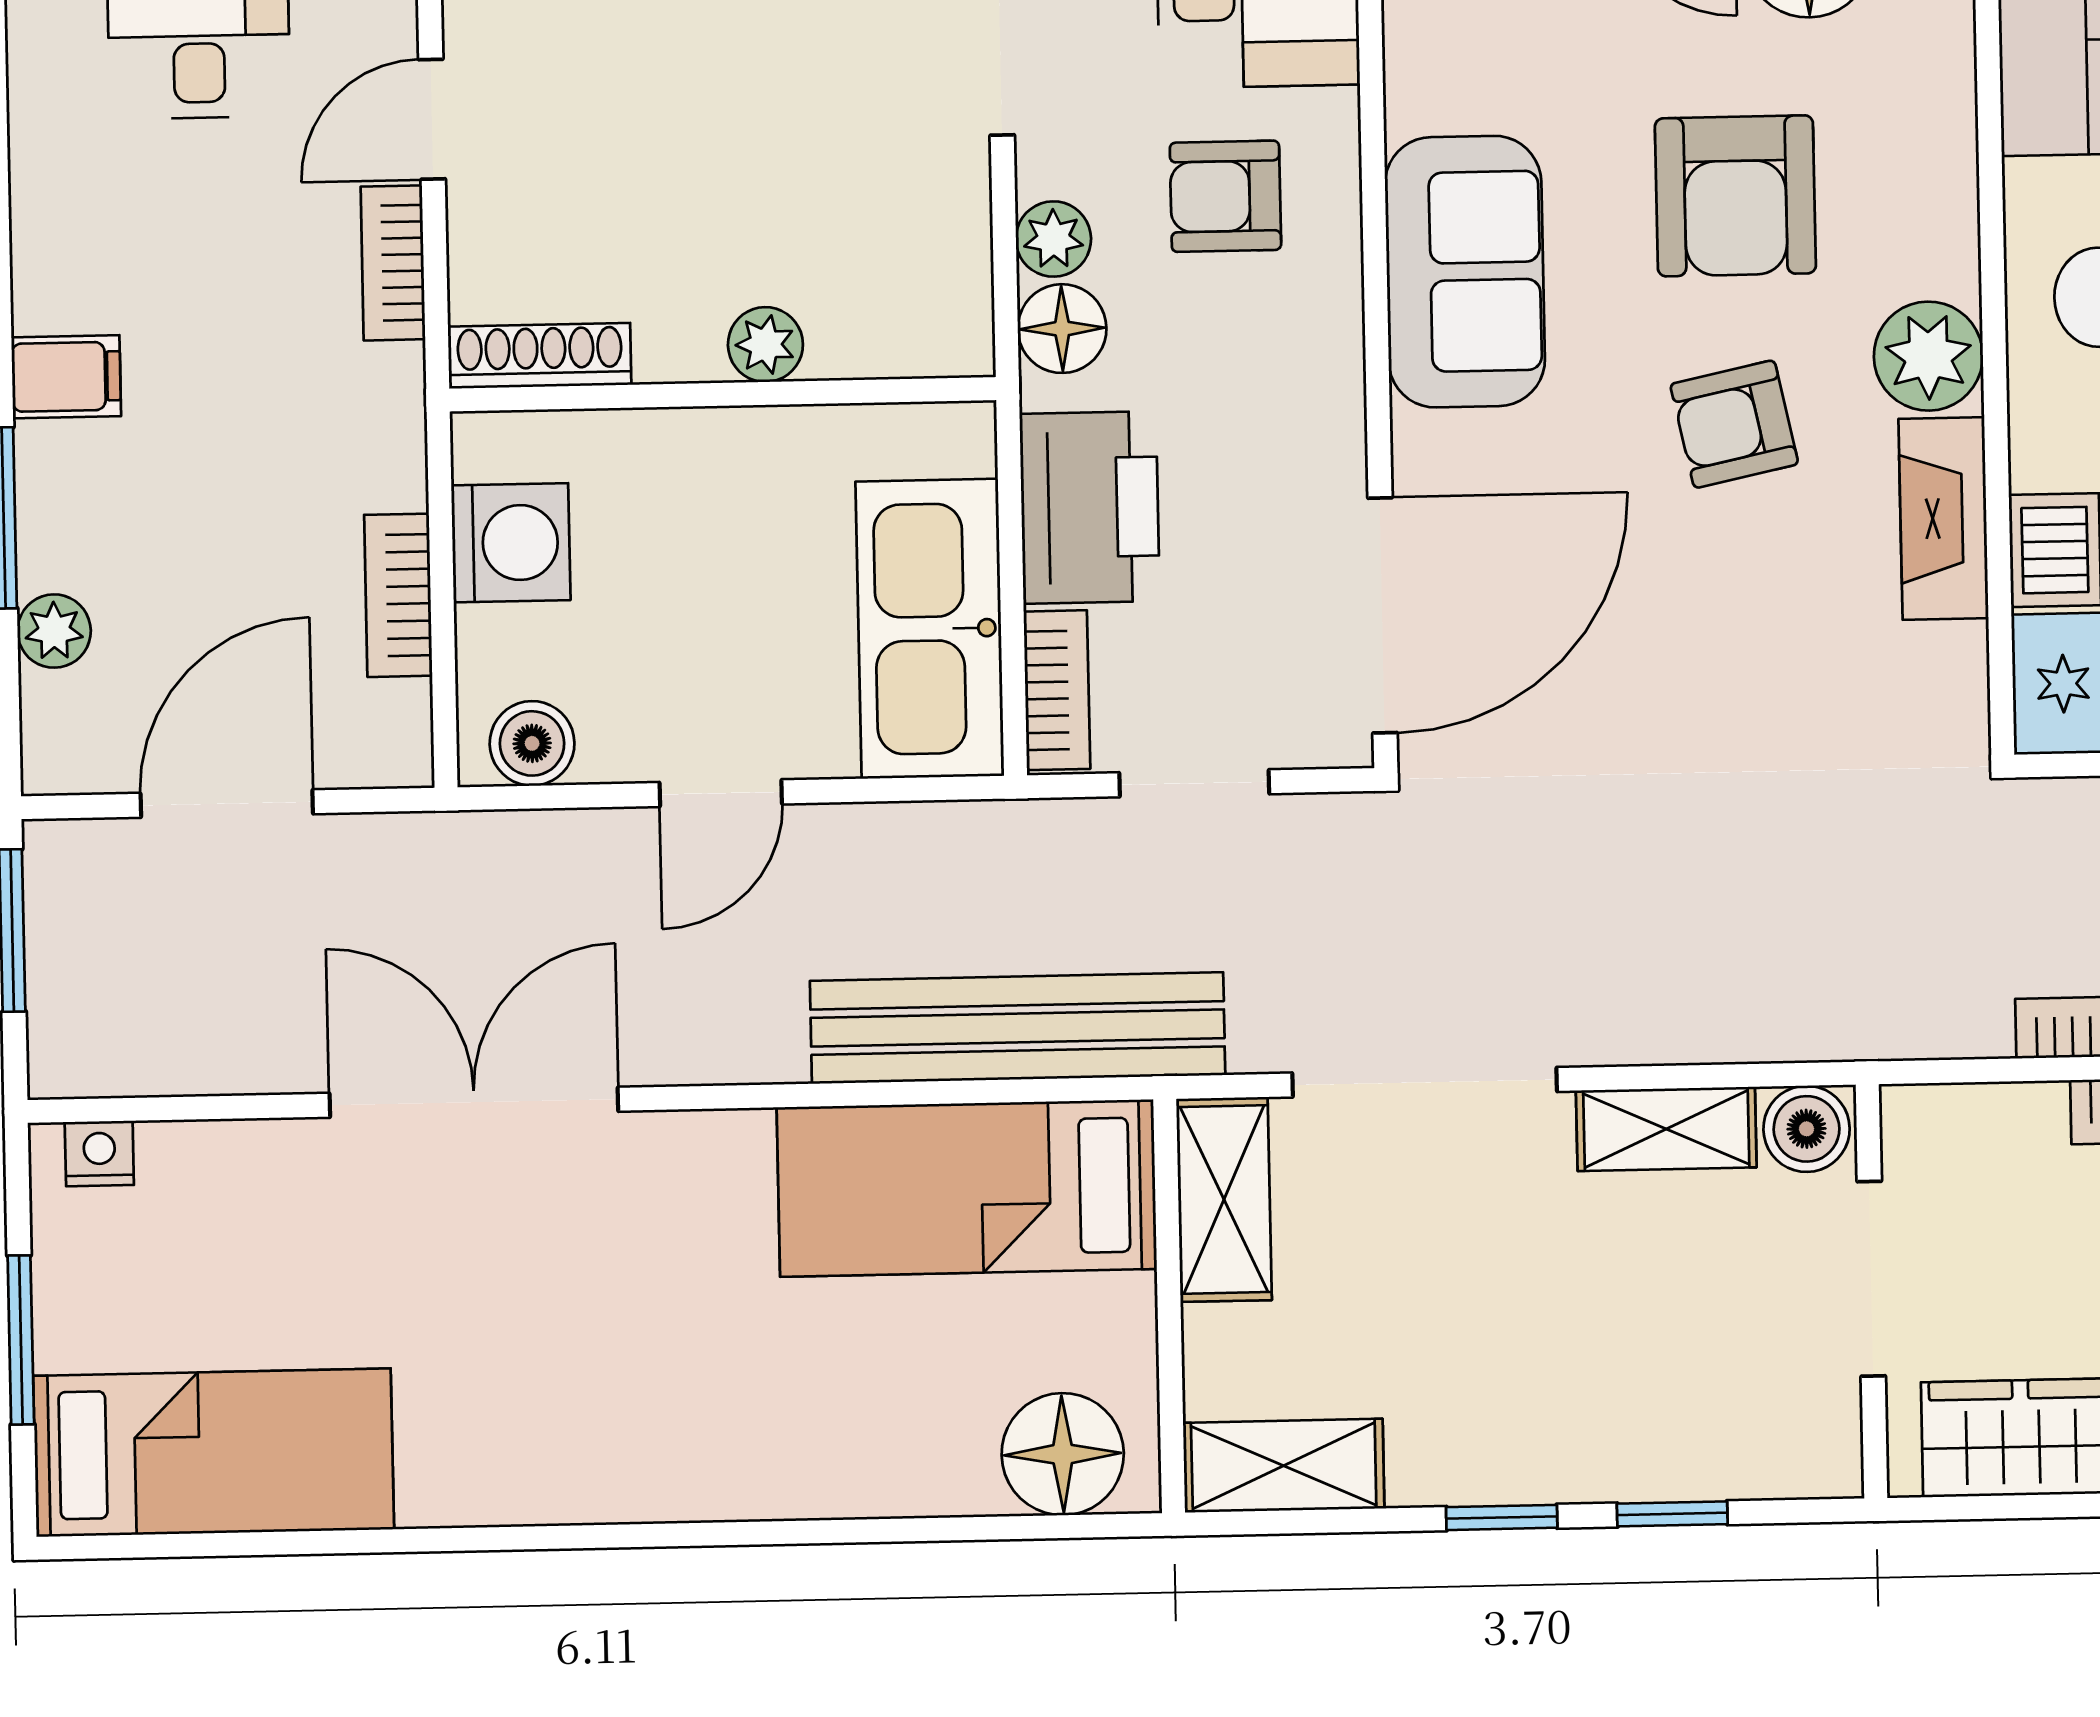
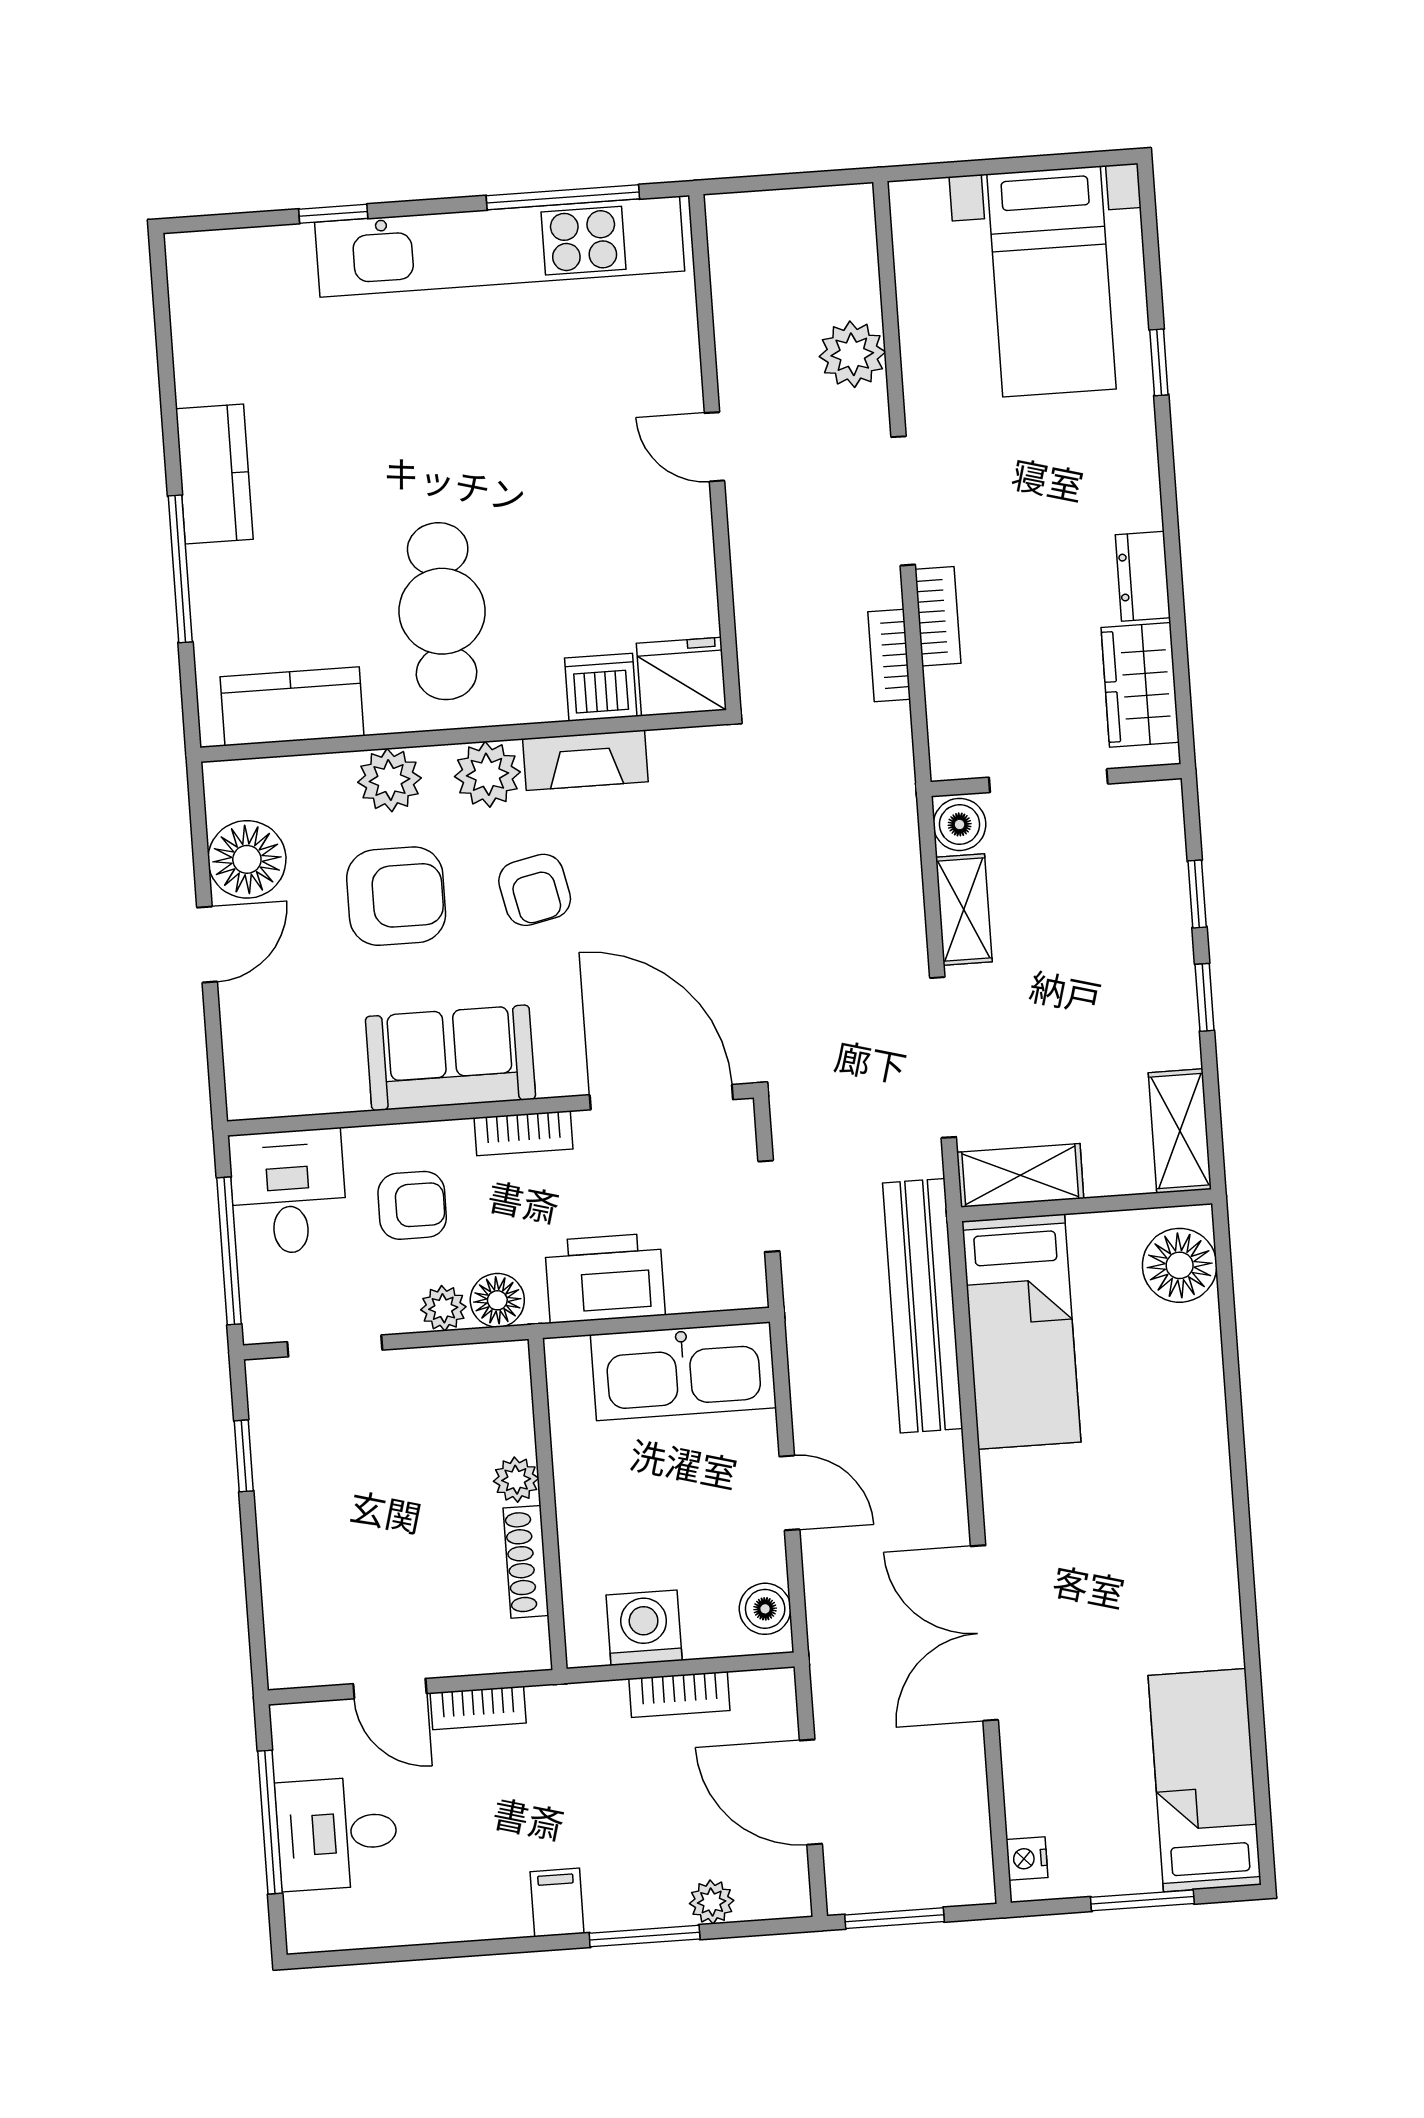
plant: (1927, 195) -> (390, 780), added
armchair: (1225, 196) -> (412, 1205), turned -90
shoe rack: (540, 356) -> (526, 1562), moved
bookcase: (1057, 690) -> (523, 1133), moved, turned 180

